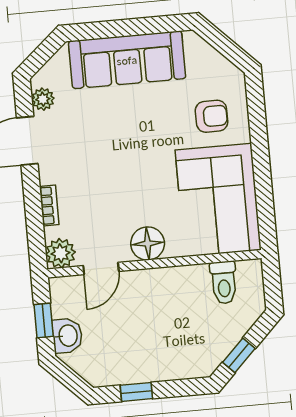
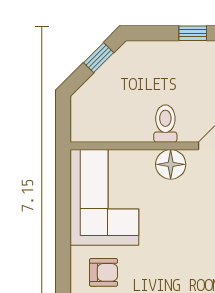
armchair: (212, 116) -> (104, 272), turned 180
toilet: (224, 283) -> (165, 124), moved

